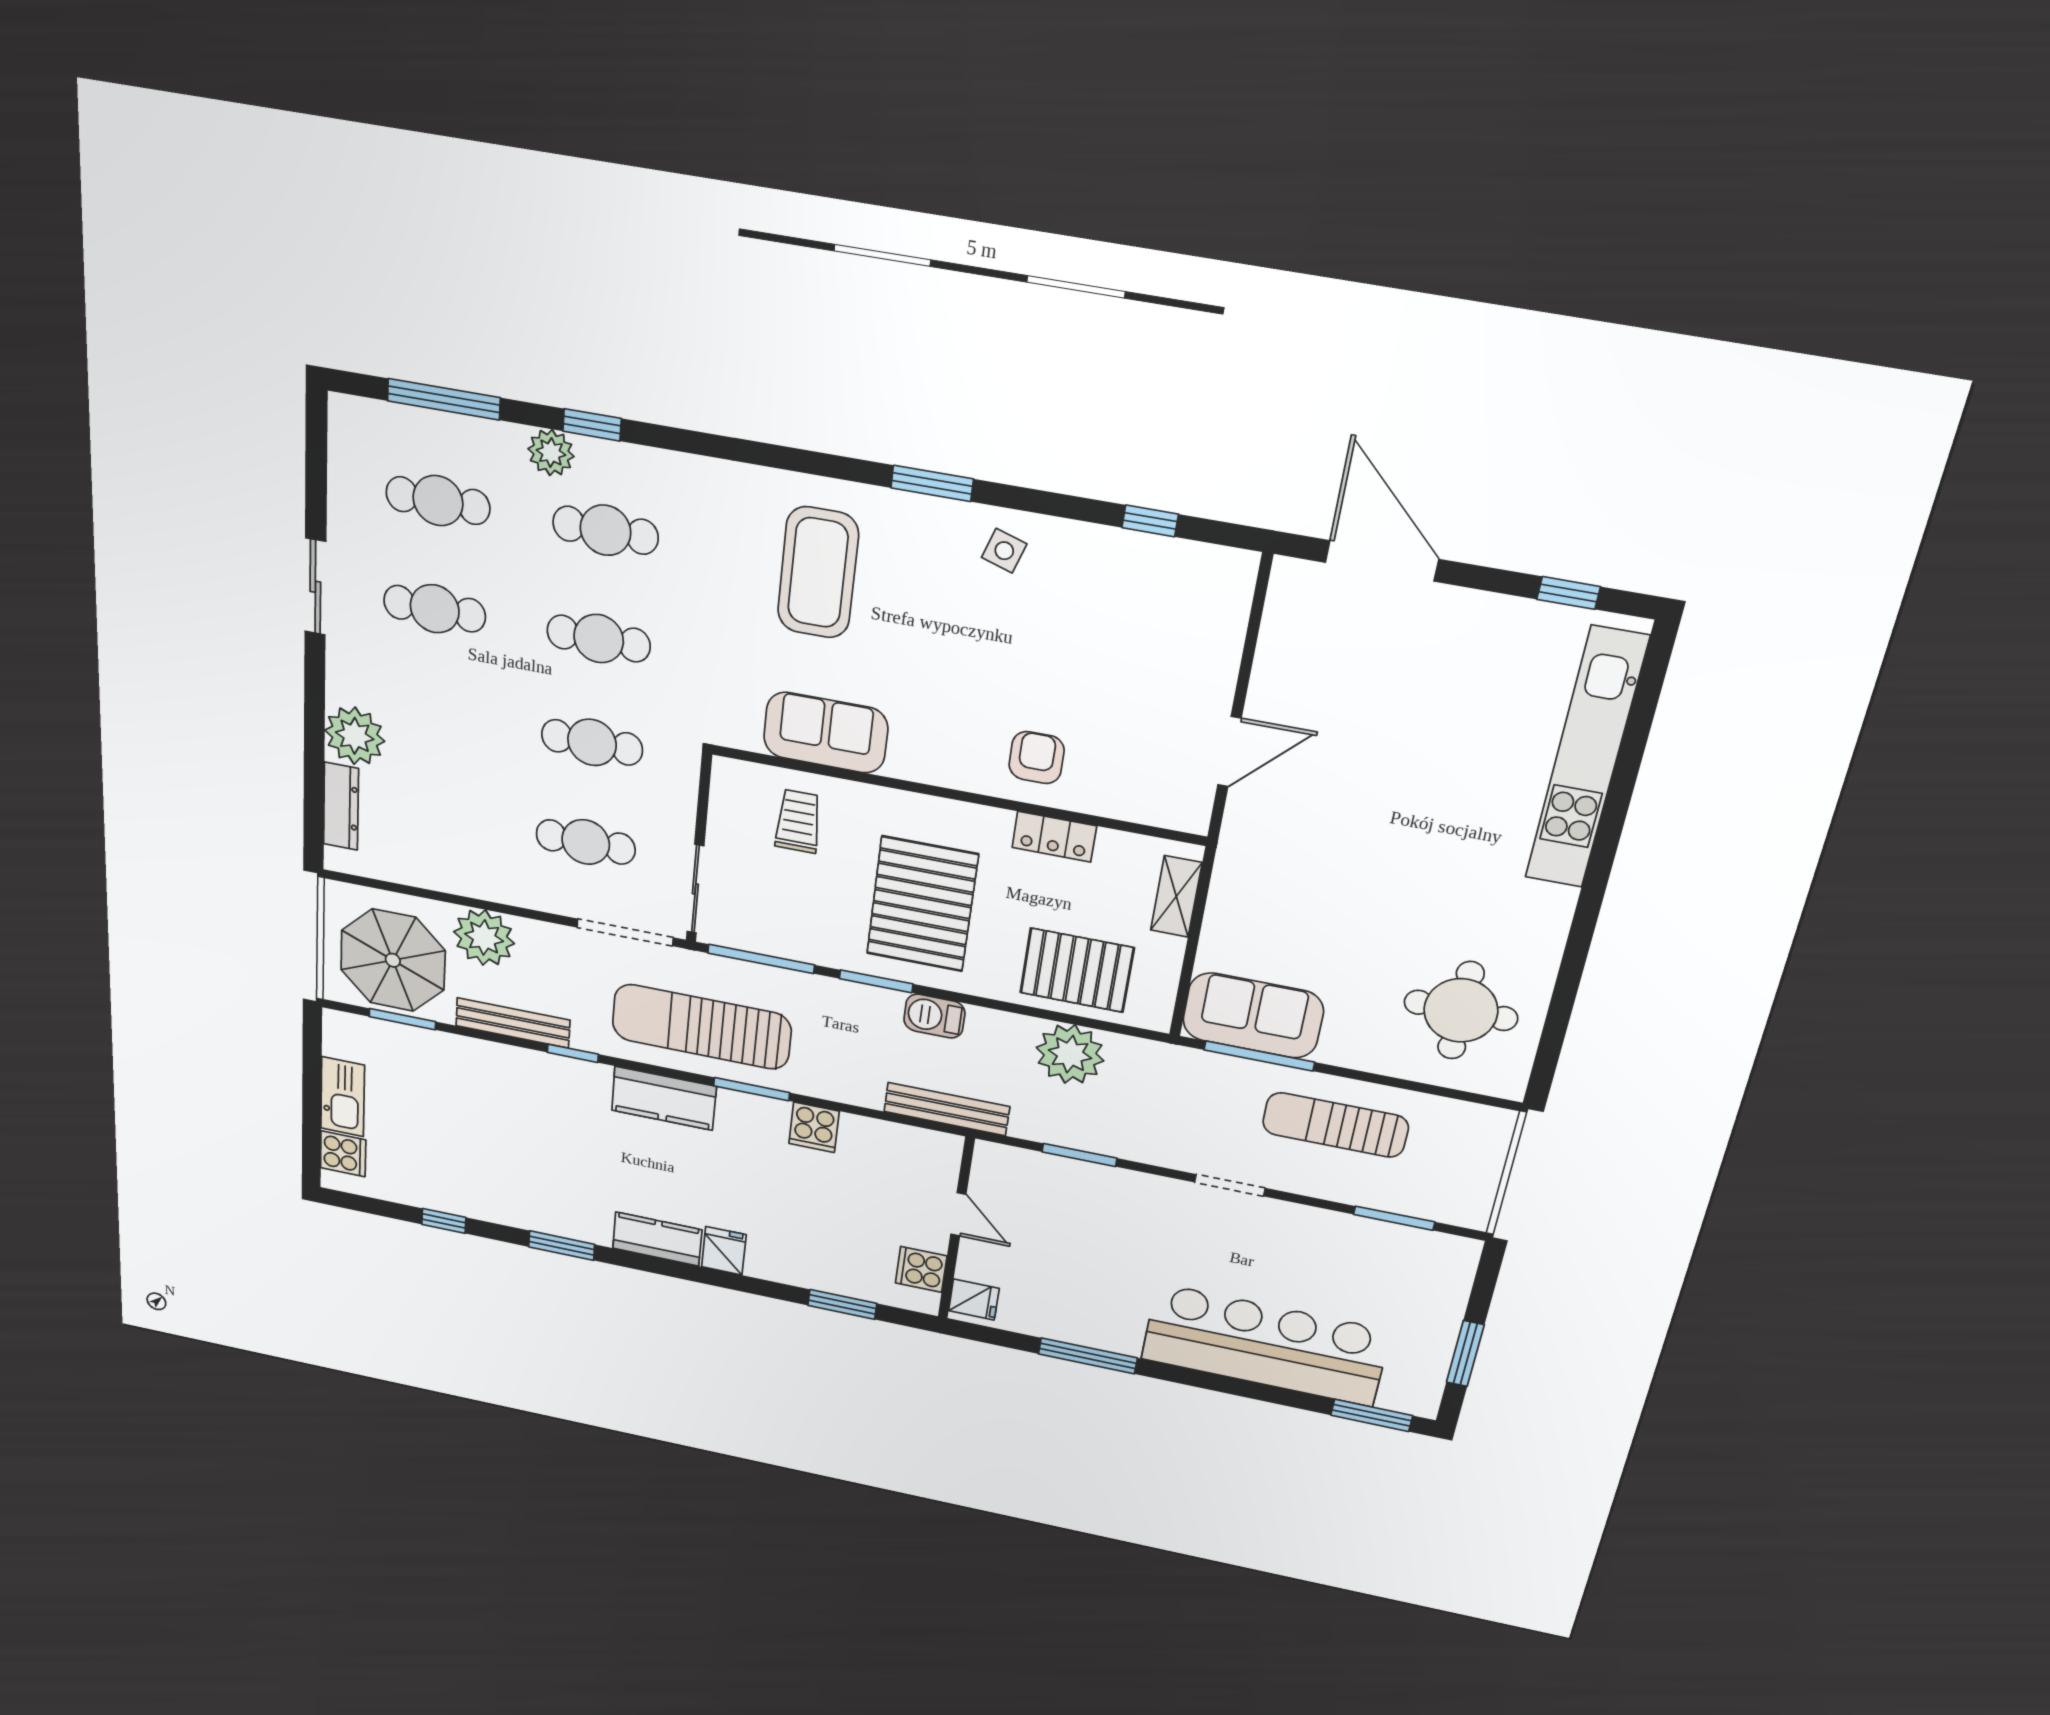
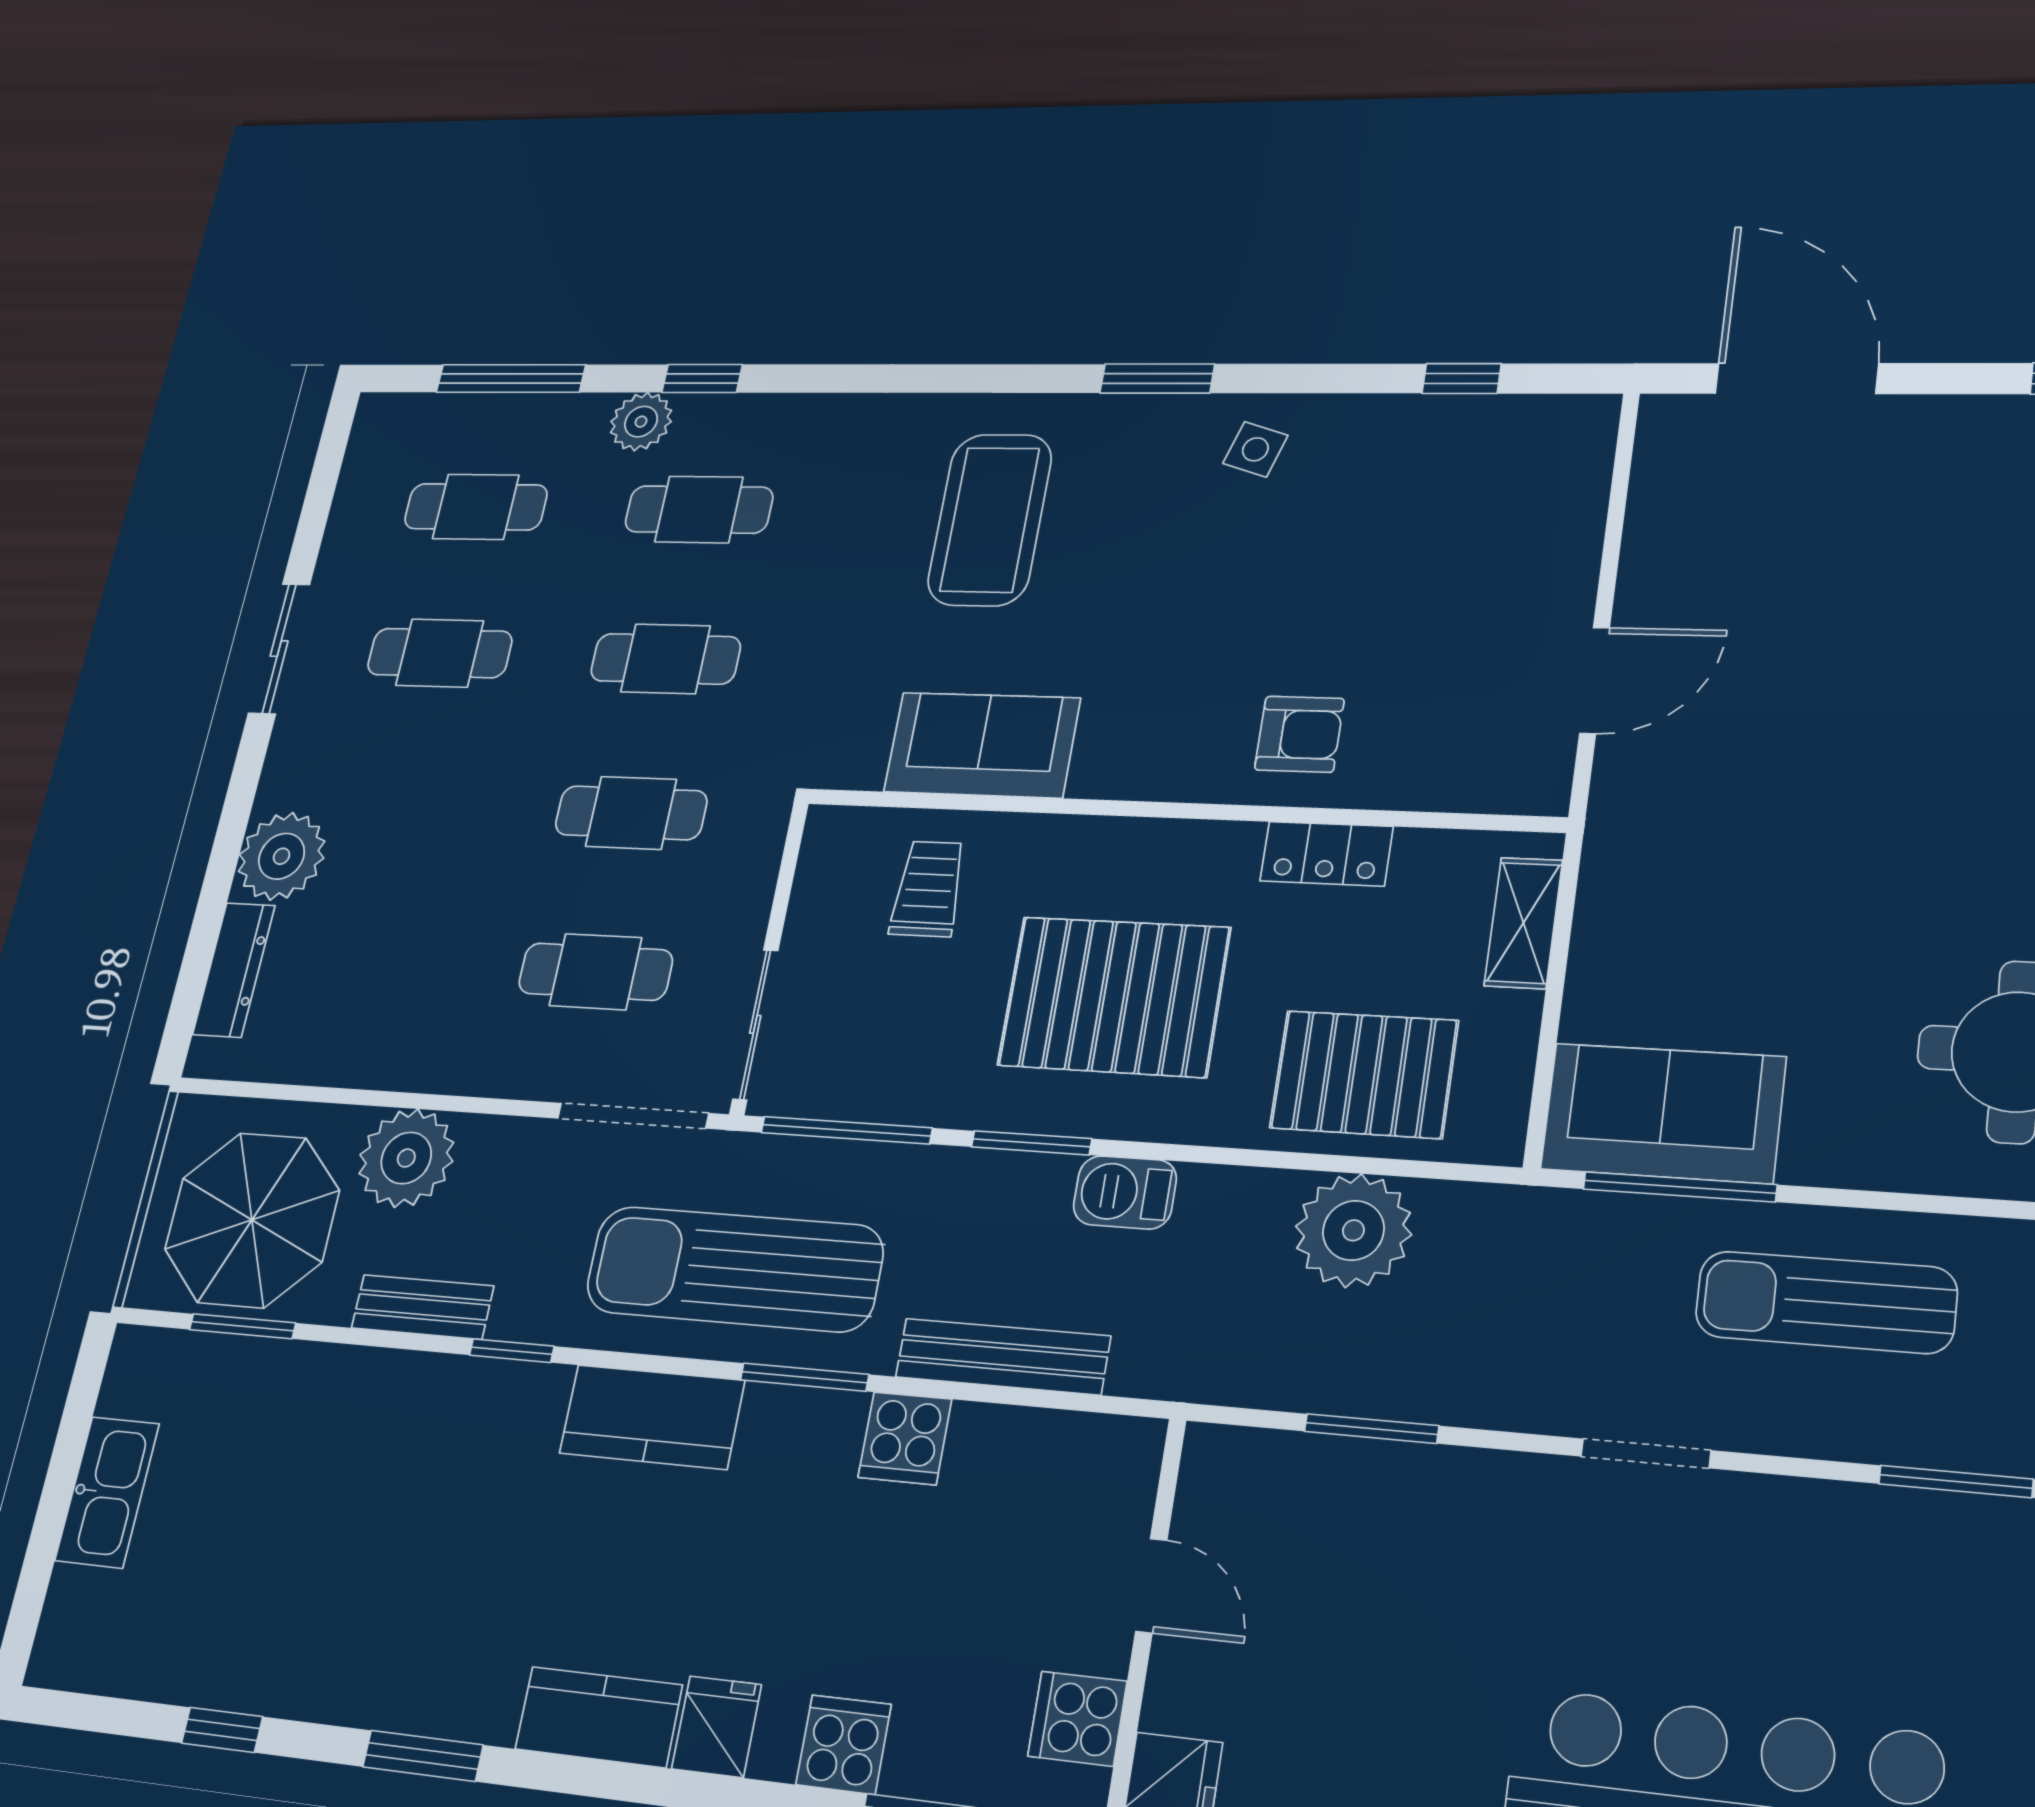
armchair: (1037, 758) -> (1299, 734), turned 90
pallet: (922, 904) -> (1114, 996), turned 90
bench: (513, 1023) -> (422, 1307), width x0.73
bench: (947, 1109) -> (1003, 1357), moved
cooker: (343, 1154) -> (844, 1745), moved, turned -90

